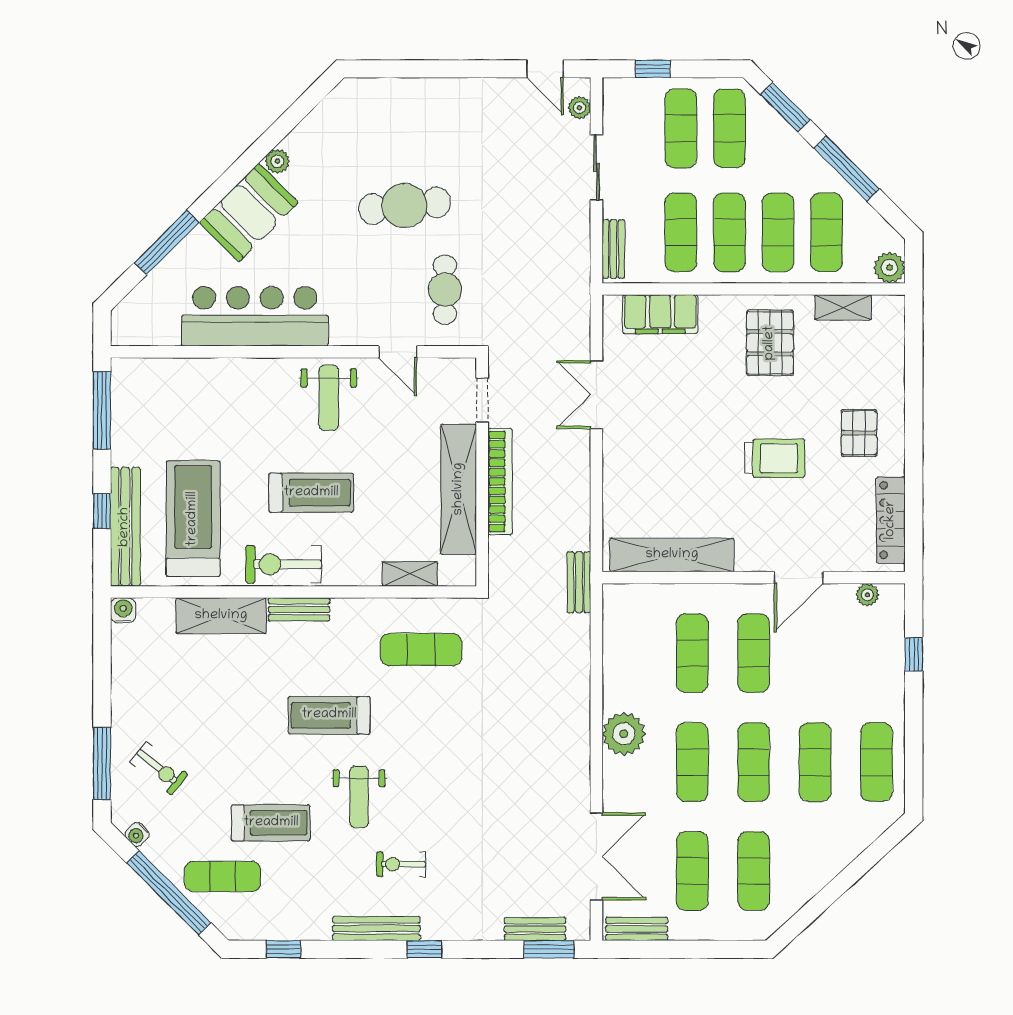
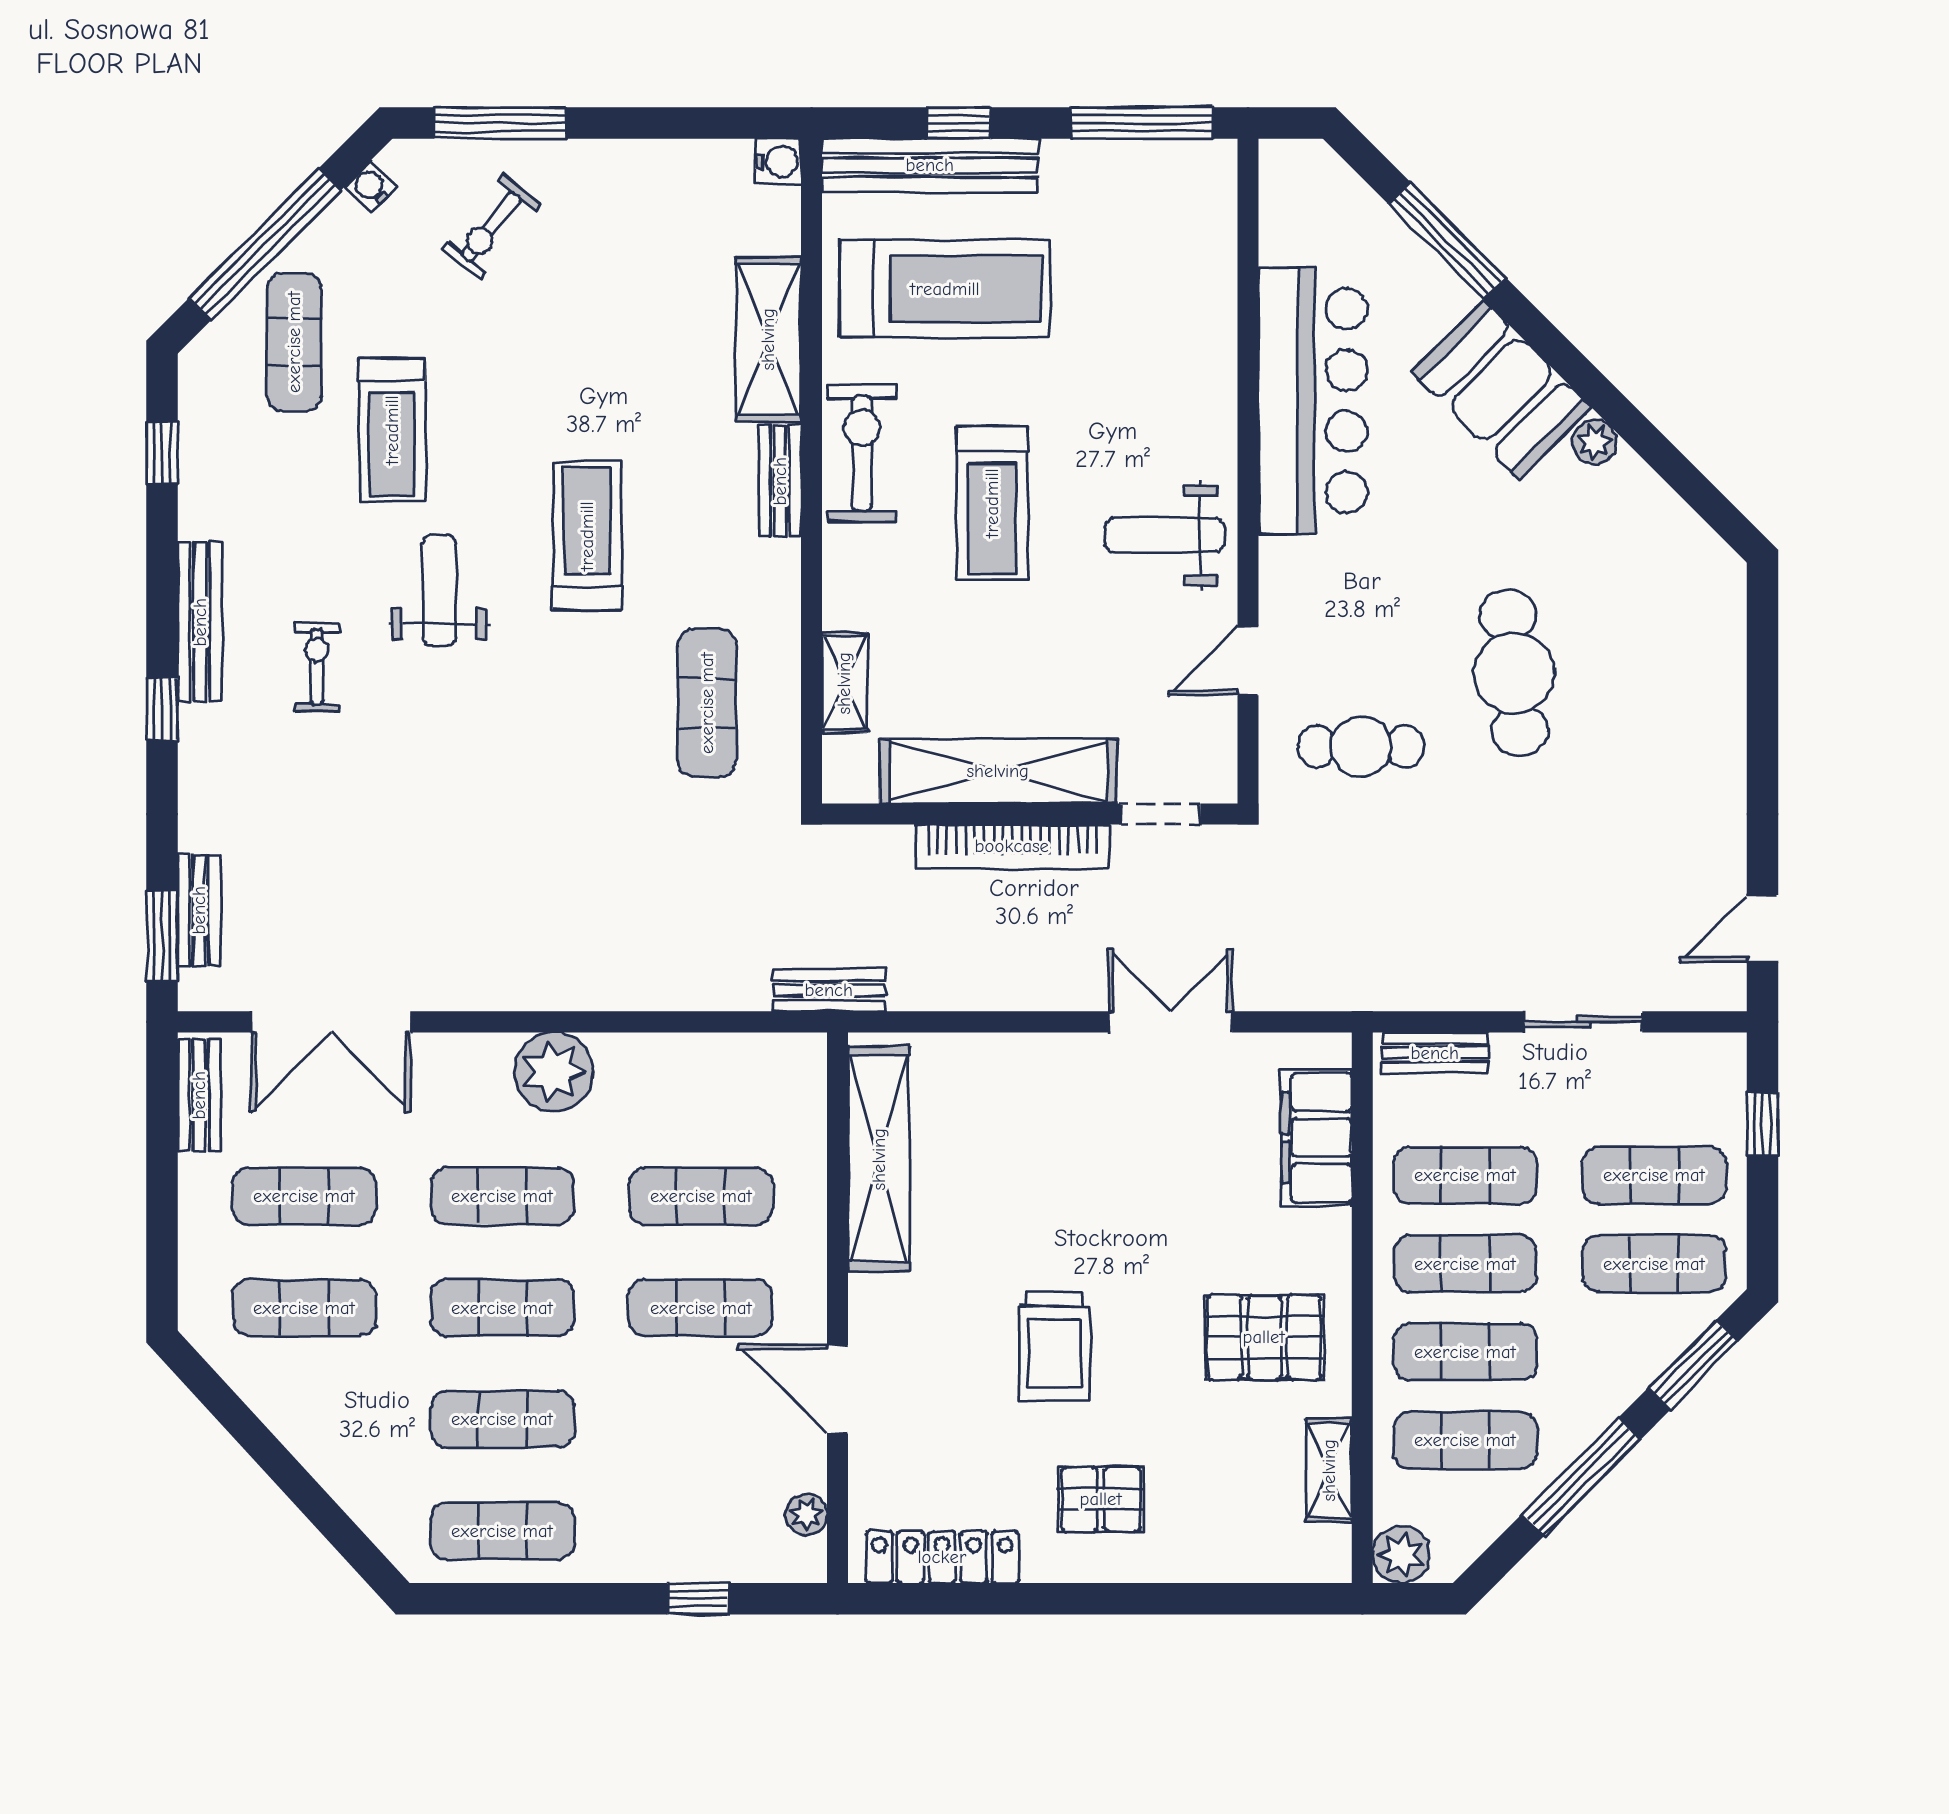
plant: (579, 108) -> (1692, 991), removed
weight bench: (359, 797) -> (439, 590), turned 90

